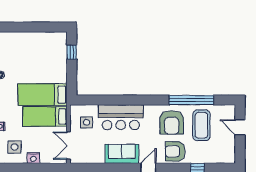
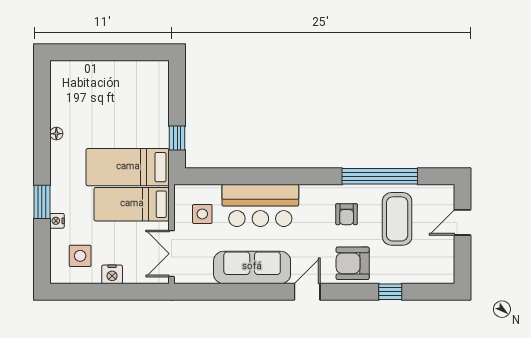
window: (72, 52) -> (177, 138), moved
armchair: (172, 122) -> (347, 214), width x0.53, depth x0.53
door: (240, 127) -> (462, 222), hinge flipped
sofa: (122, 154) -> (252, 267), width x1.36

